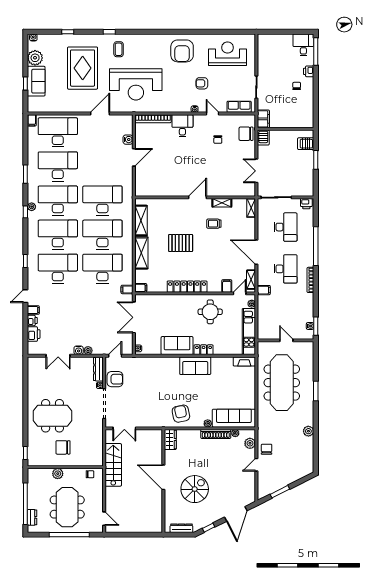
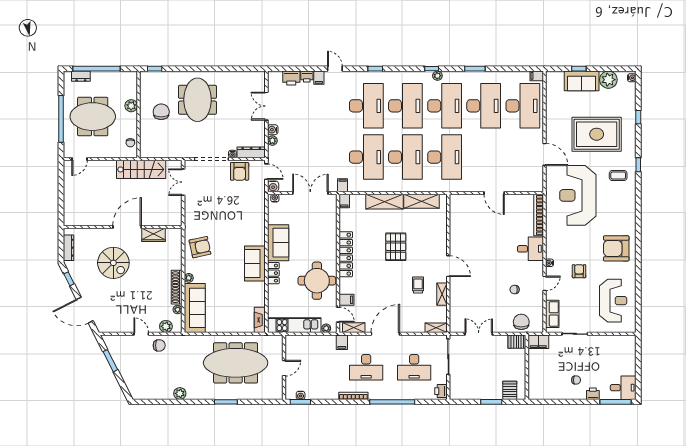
water cooler: (128, 140) -> (273, 186), moved
round table: (210, 312) -> (317, 281), width x1.36, depth x1.36
wardrobe: (170, 439) -> (153, 235), moved

